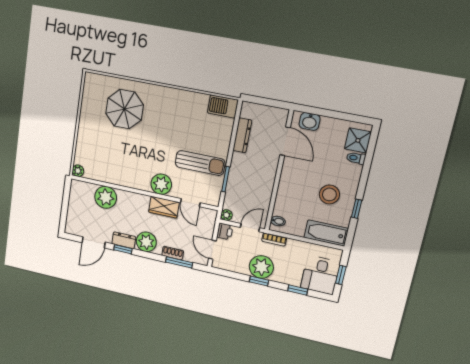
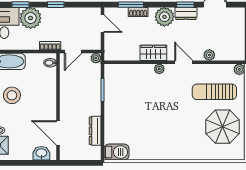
parasol: (125, 109) -> (222, 127), moved
sun lounger: (200, 163) -> (214, 92), moved
plant: (161, 184) -> (159, 69), width x0.53, depth x0.53
plant: (106, 197) -> (209, 55), width x0.53, depth x0.53
door: (190, 203) -> (184, 62), moved
printer: (225, 231) -> (95, 43), removed
plant: (261, 267) -> (31, 18), moved

